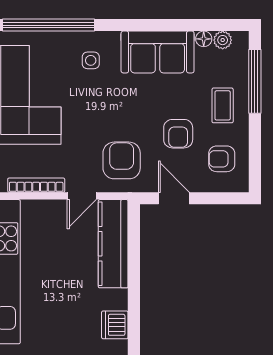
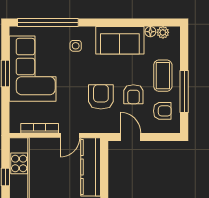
window: (255, 81) -> (184, 91), moved
coffee table: (223, 105) -> (163, 76), width x1.36, depth x1.30
armchair: (222, 159) -> (162, 111), turned 180
armchair: (122, 160) -> (101, 97), moved

